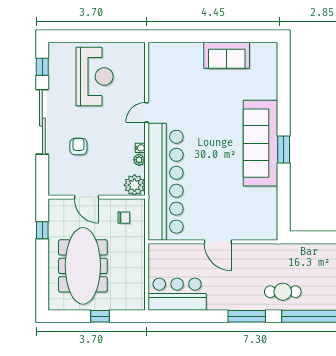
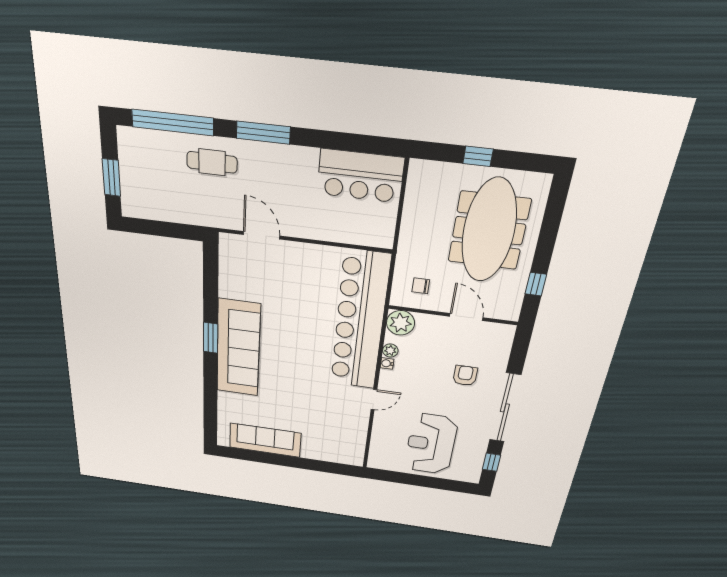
sofa: (227, 55) -> (265, 440), width x1.36
armchair: (78, 146) -> (465, 376), turned 180
door: (218, 242) -> (261, 235), moved

